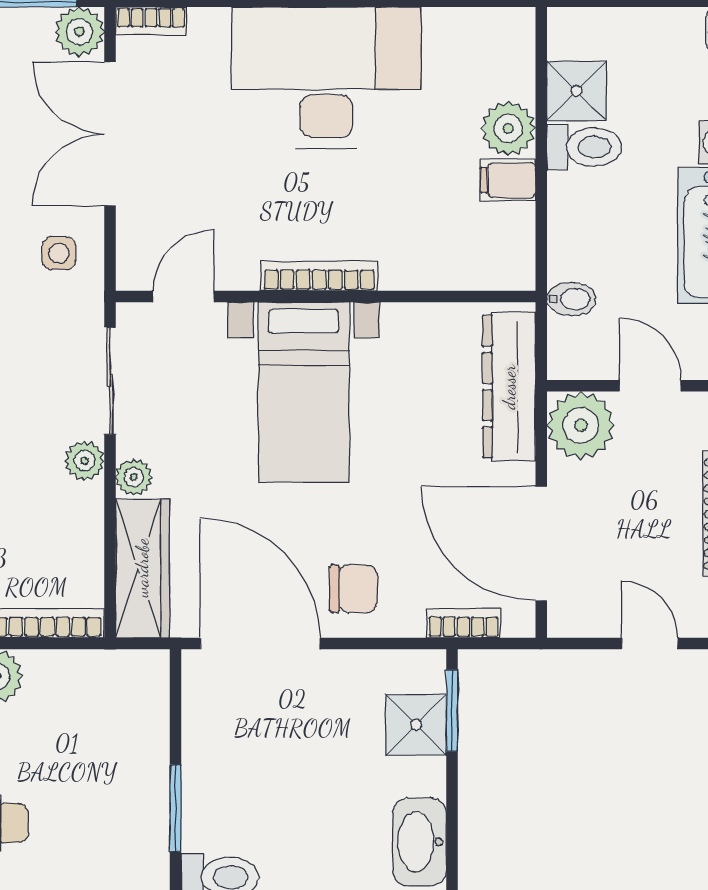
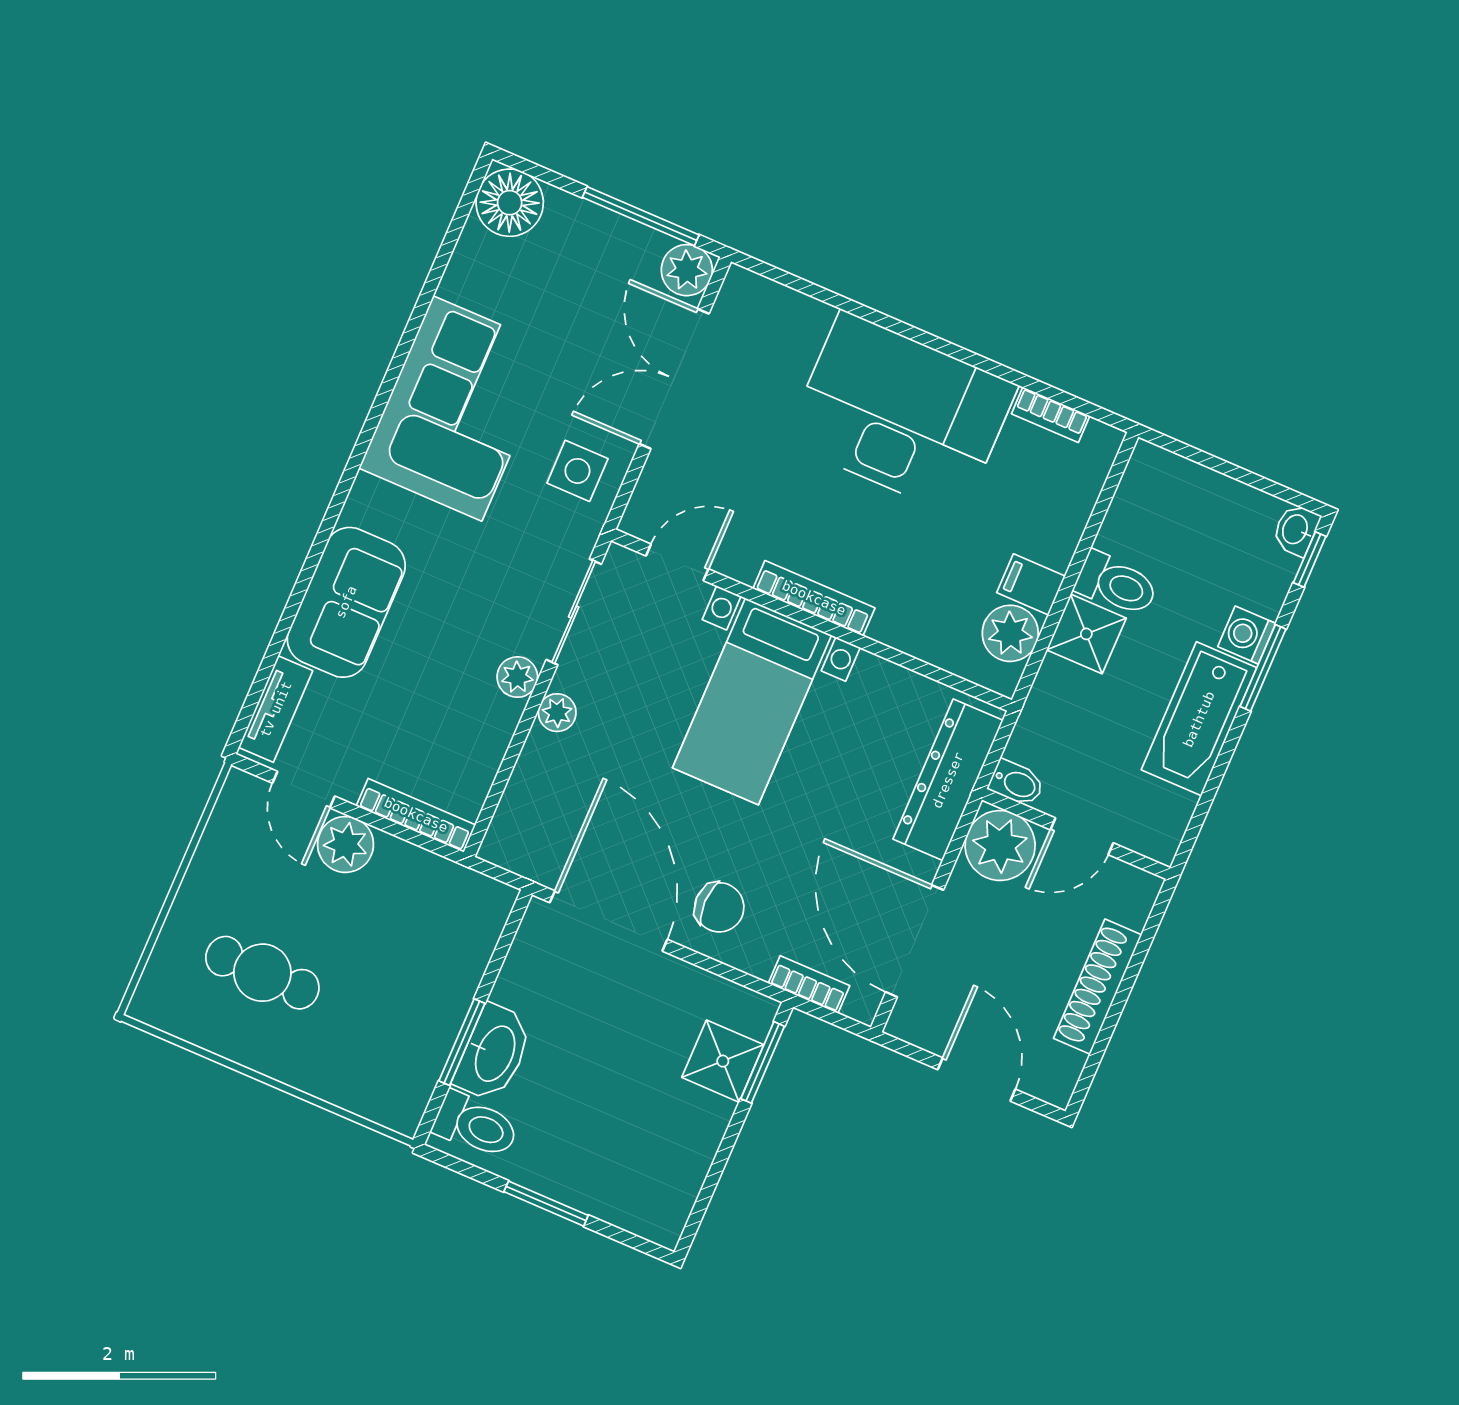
bookcase: (151, 21) -> (1051, 415), moved
shower: (576, 91) -> (1086, 634), moved
plant: (508, 128) -> (1010, 633), moved
side table: (59, 253) -> (577, 471), width x1.37, depth x1.37
bidet: (571, 299) -> (1016, 783), moved
door: (650, 386) -> (1082, 836), swing flipped
wardrobe: (142, 568) -> (528, 802), removed
door: (650, 643) -> (977, 1079), width x1.38
washbasin: (419, 842) -> (494, 1053), moved, turned 180

